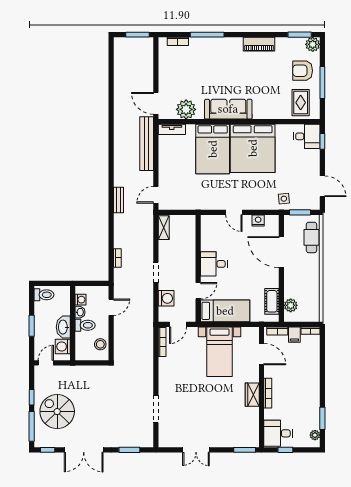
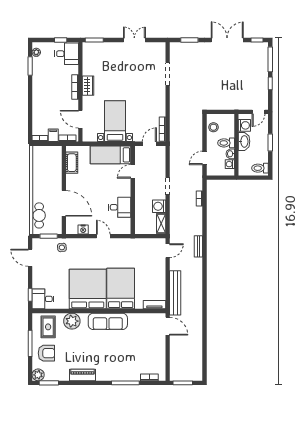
plant: (186, 109) -> (72, 321), moved
desk: (214, 264) -> (120, 207), moved
washing machine: (166, 298) -> (159, 206), moved
plant: (291, 305) -> (56, 159), removed
spiral stairs: (57, 412) -> (249, 72), removed

